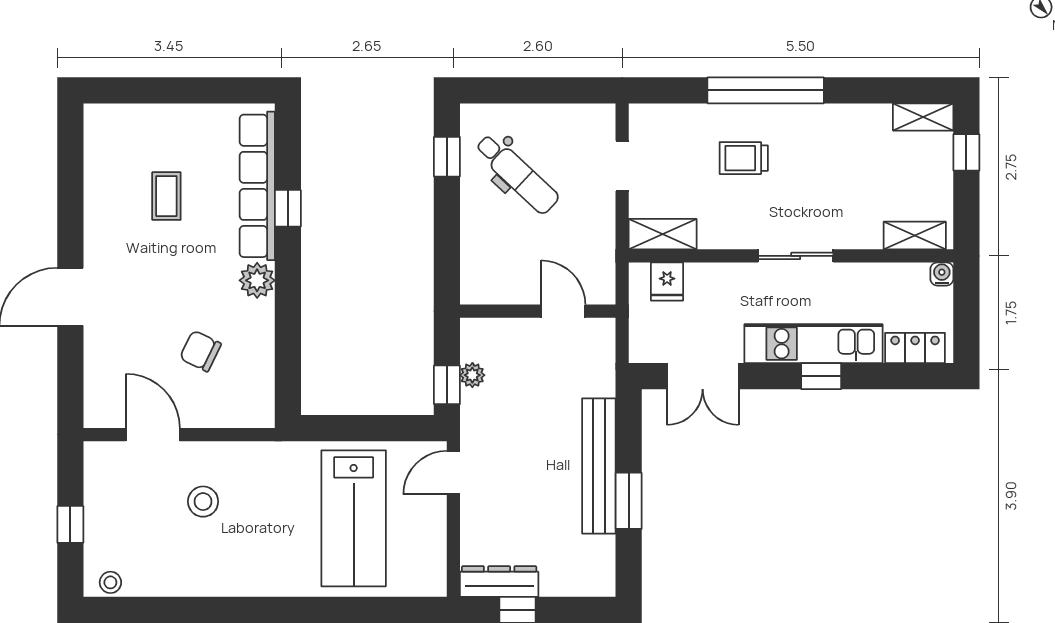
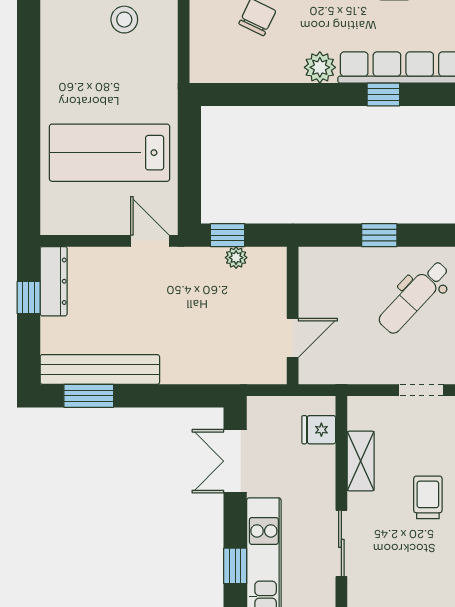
window: (447, 157) -> (379, 235), moved
shelving: (663, 234) -> (361, 461), moved
bench: (599, 466) -> (100, 369), moved
window: (629, 501) -> (89, 396), moved

